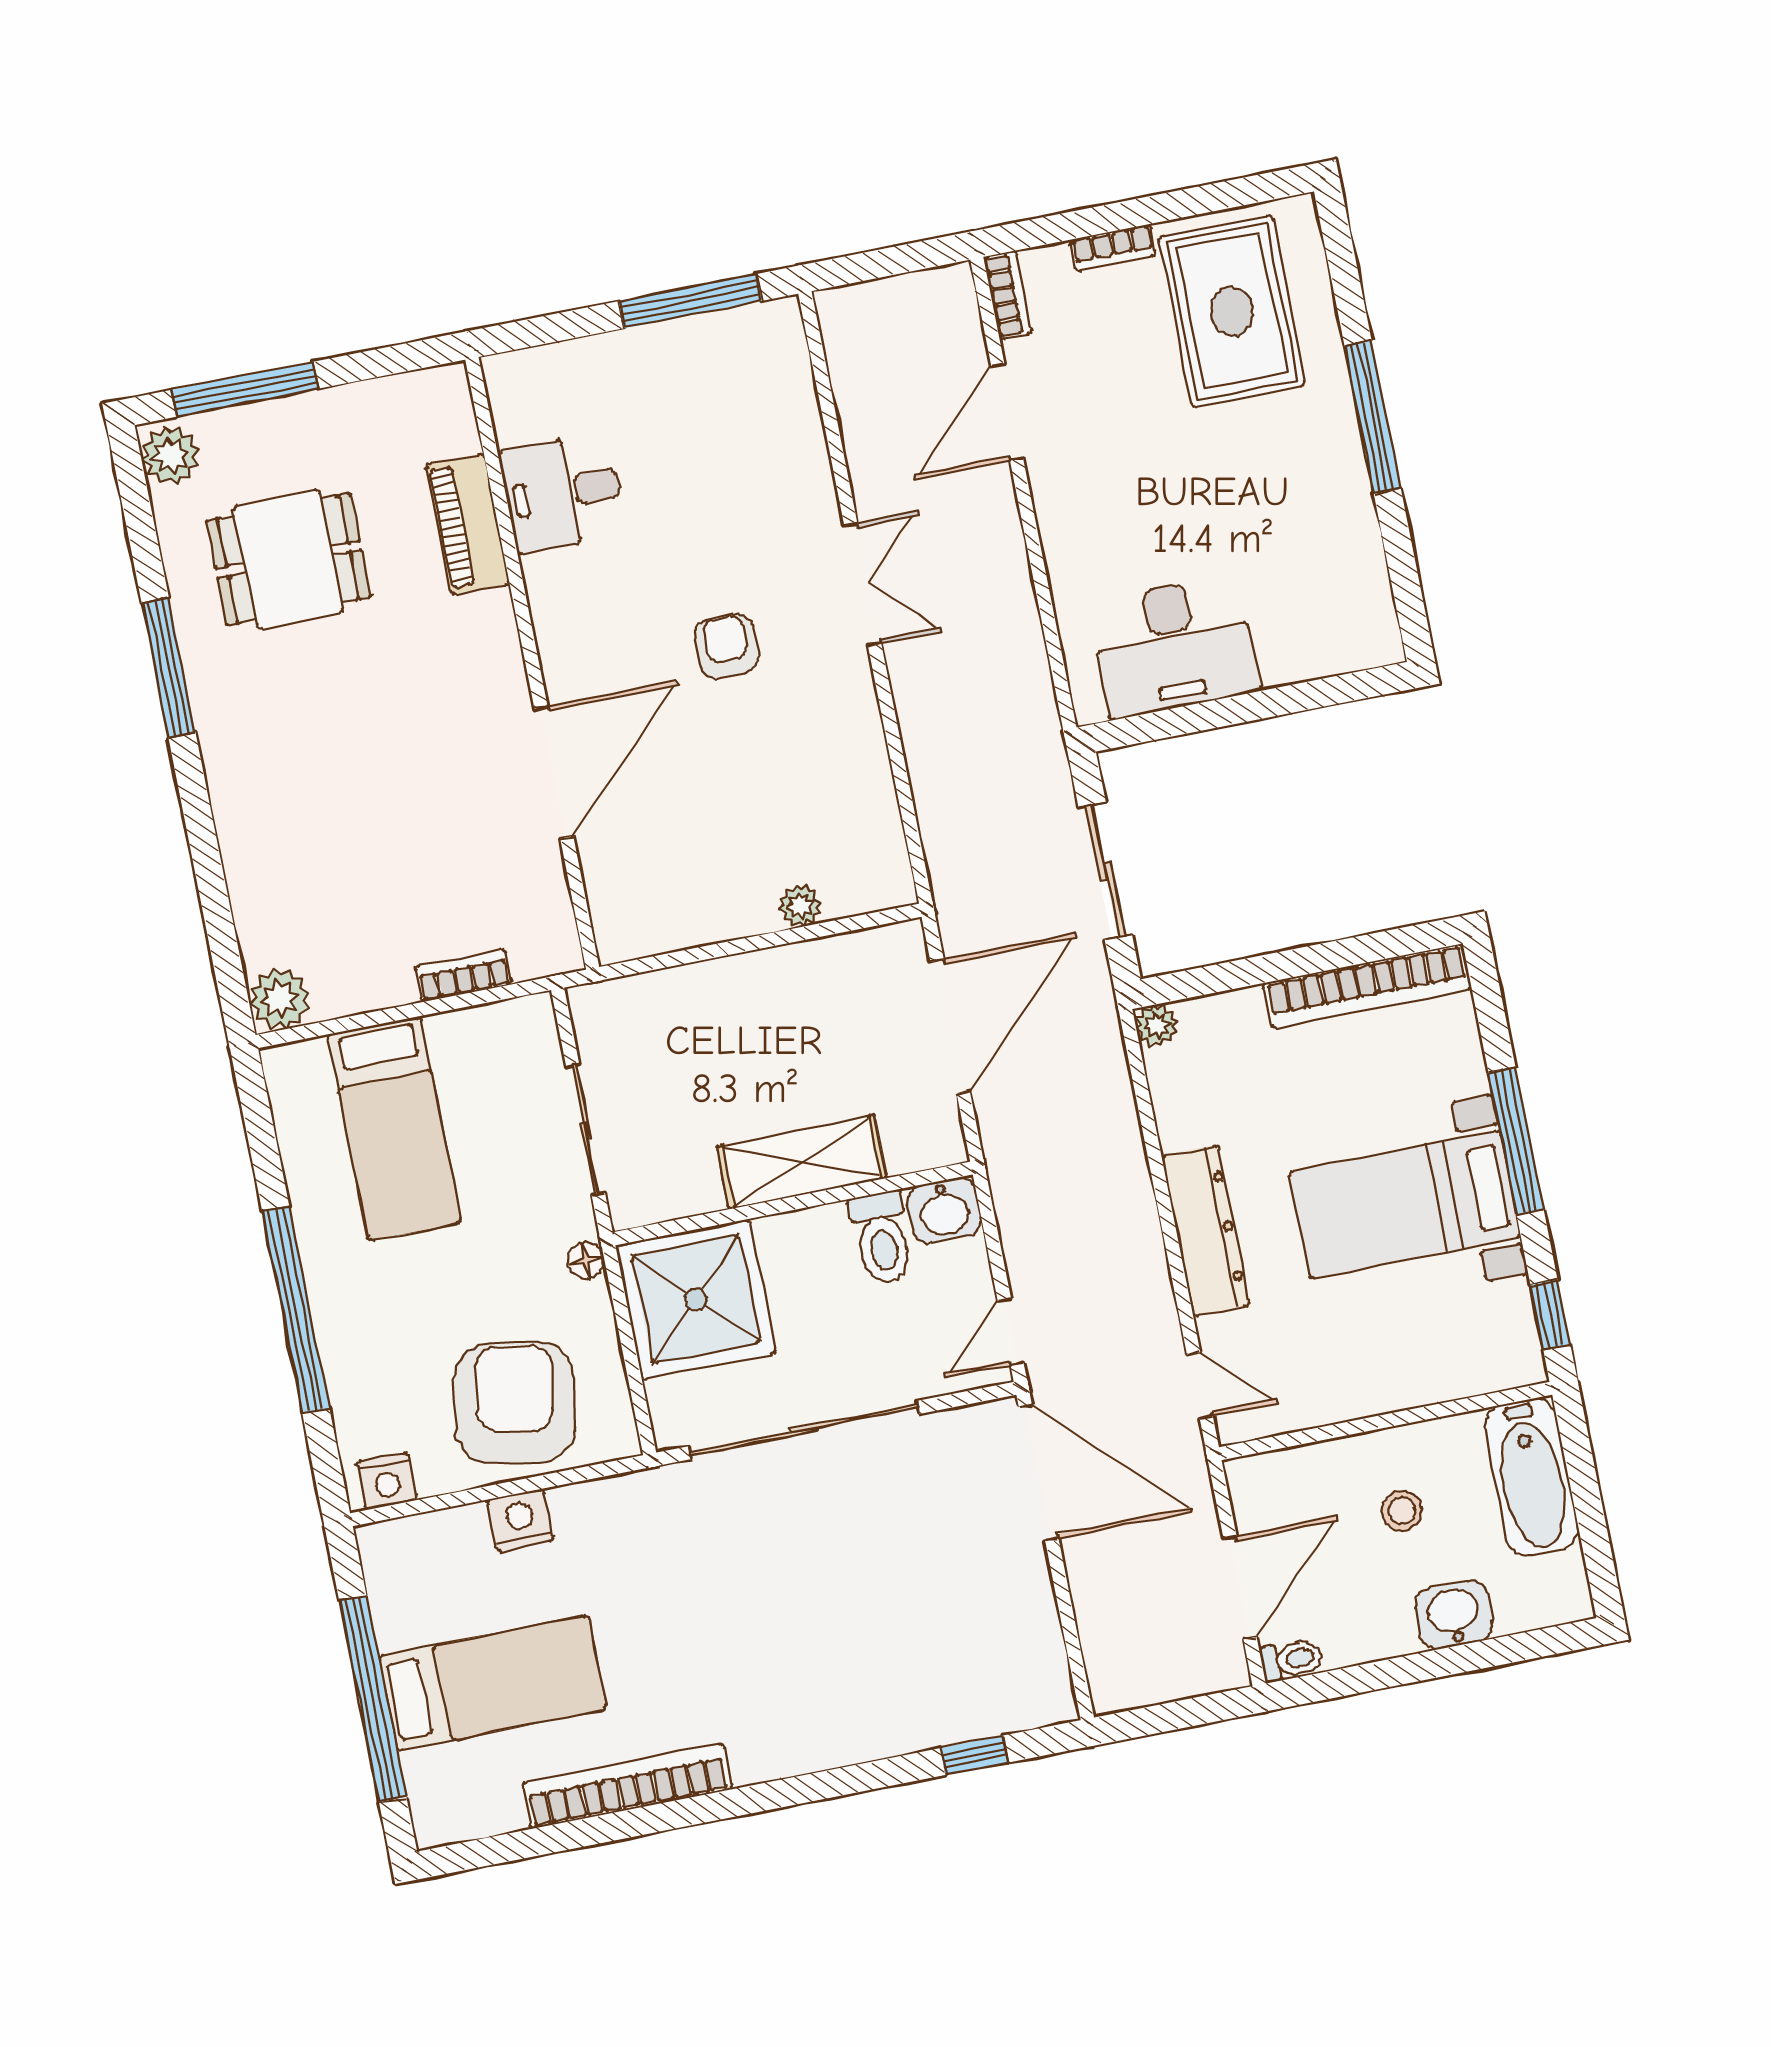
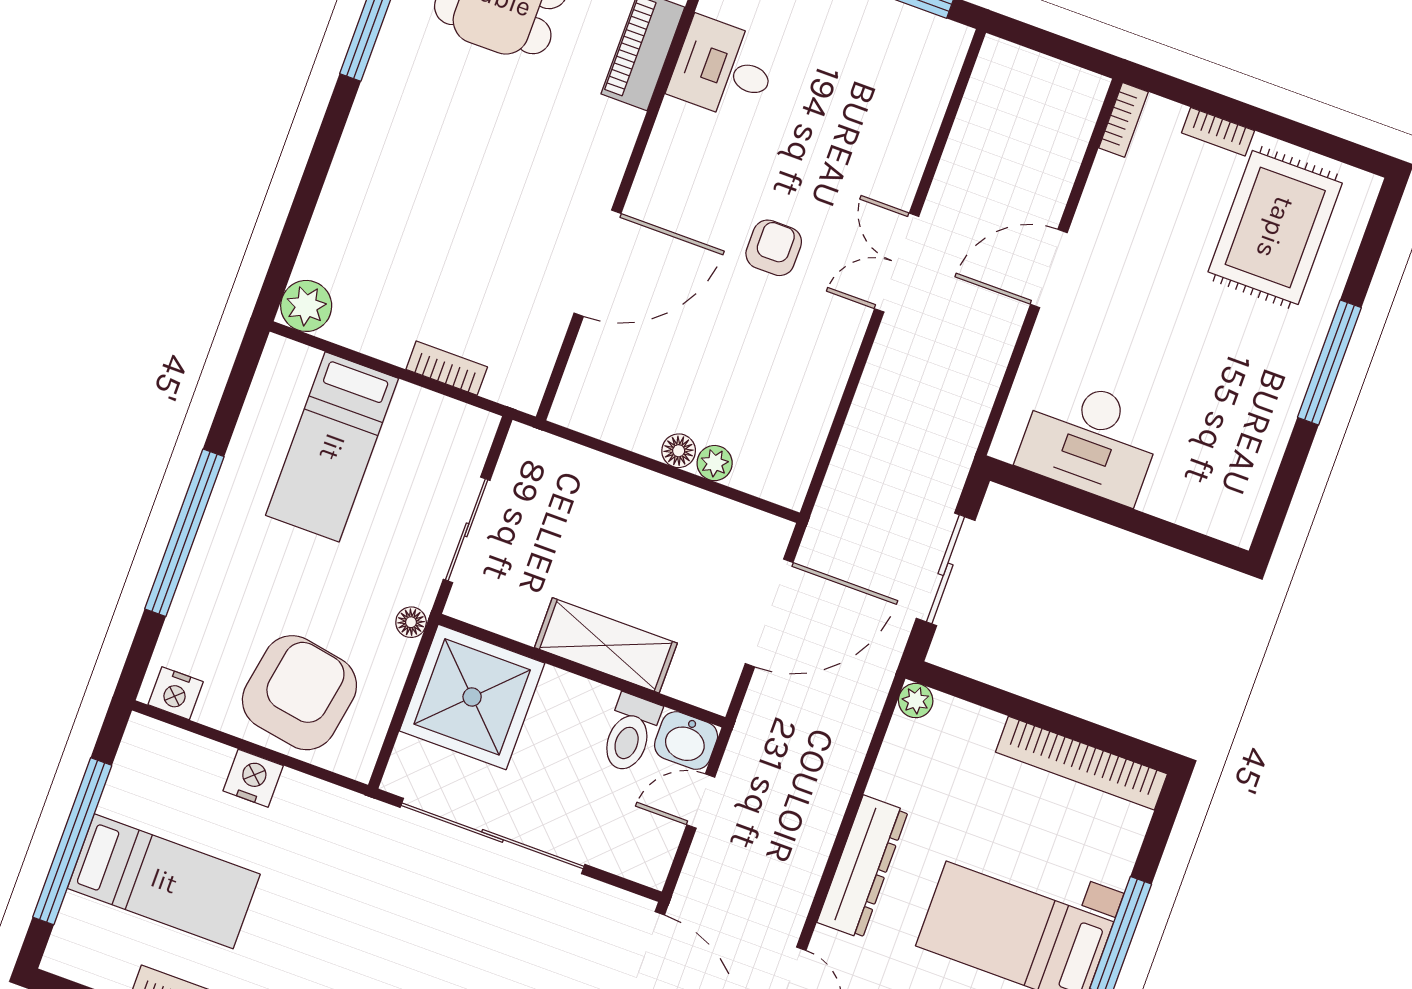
door: (1007, 412) -> (1049, 268), moved
double door: (863, 584) -> (897, 263), swing flipped
floor lamp: (755, 916) -> (679, 451), added
door: (1011, 1332) -> (701, 801), moved

